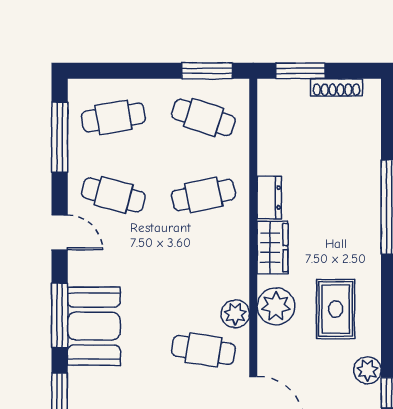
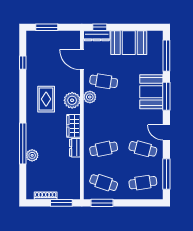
plant: (367, 370) -> (32, 155), moved

